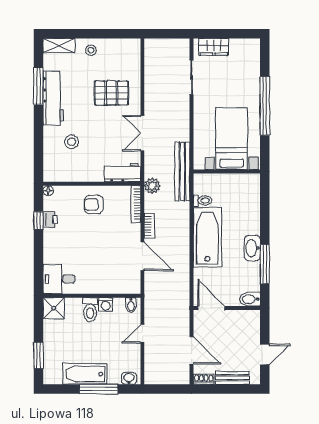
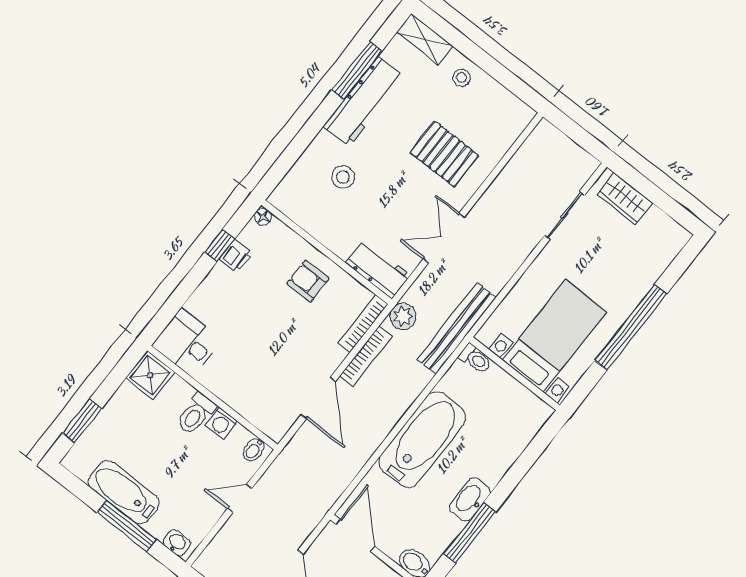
toilet: (203, 200) -> (475, 359), moved
bookcase: (149, 226) -> (366, 356), width x1.56

